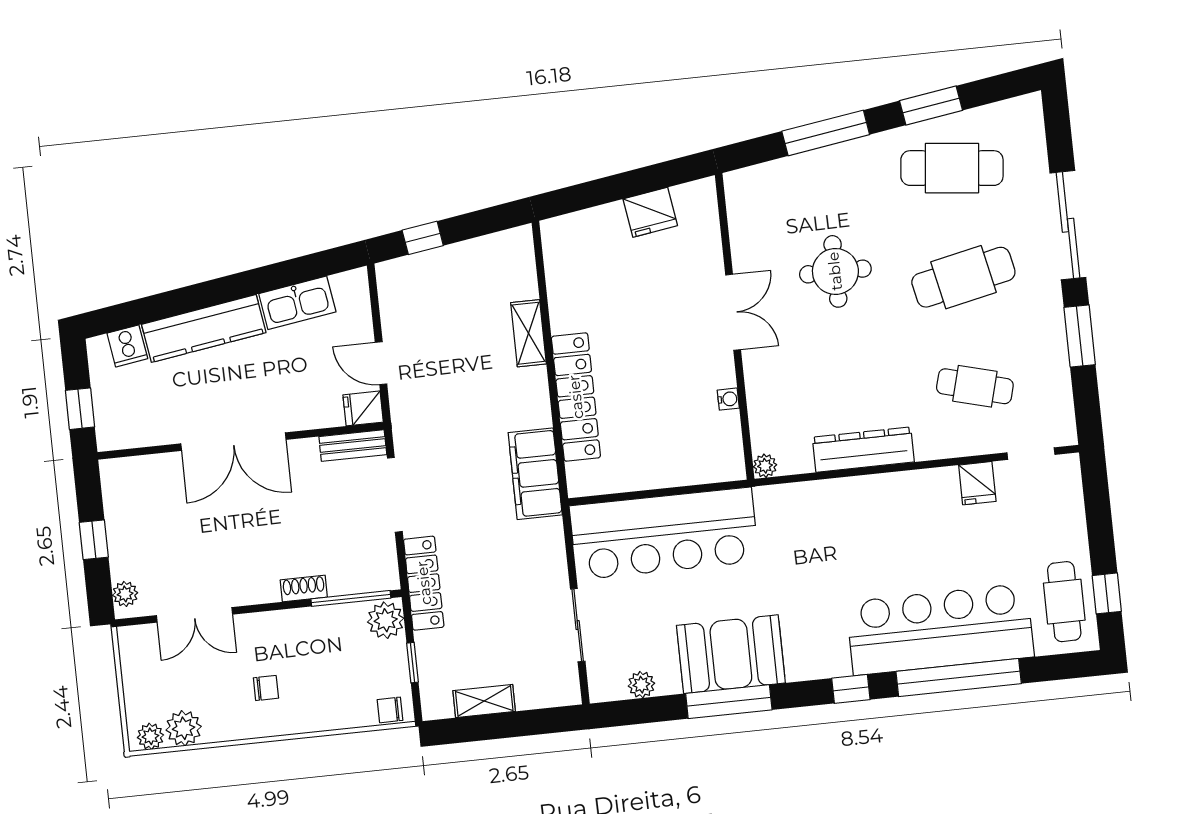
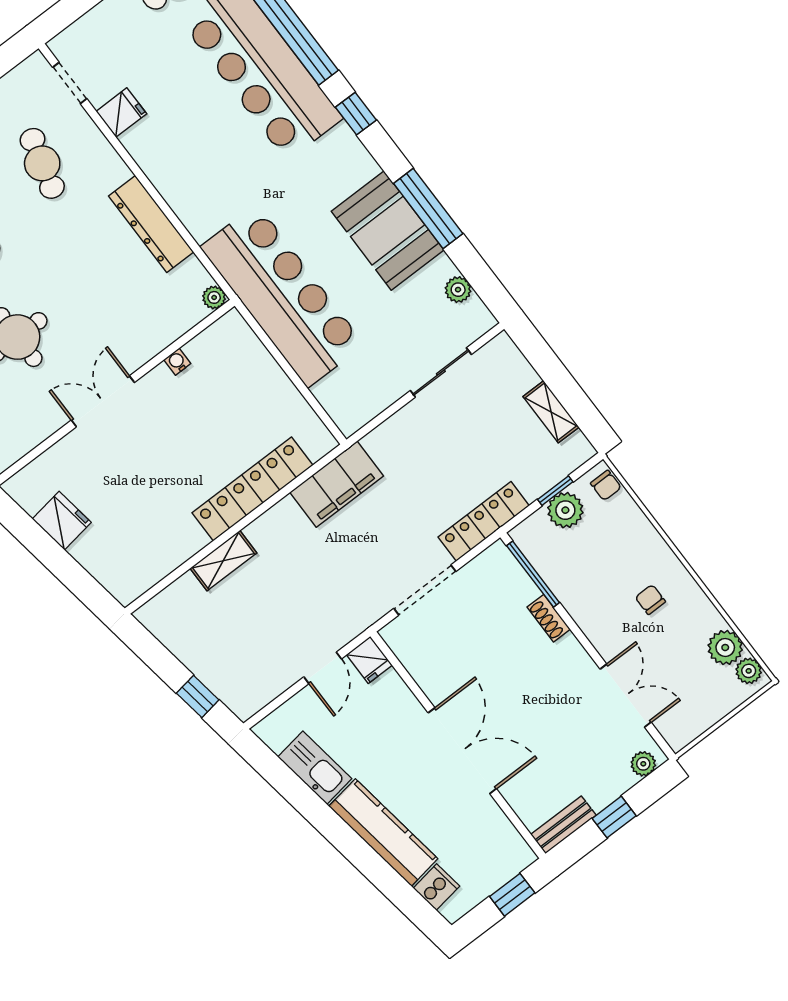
bench: (353, 446) -> (563, 825), moved, turned 90
bar counter: (664, 534) -> (282, 296), moved
plant: (386, 620) -> (565, 510), moved

